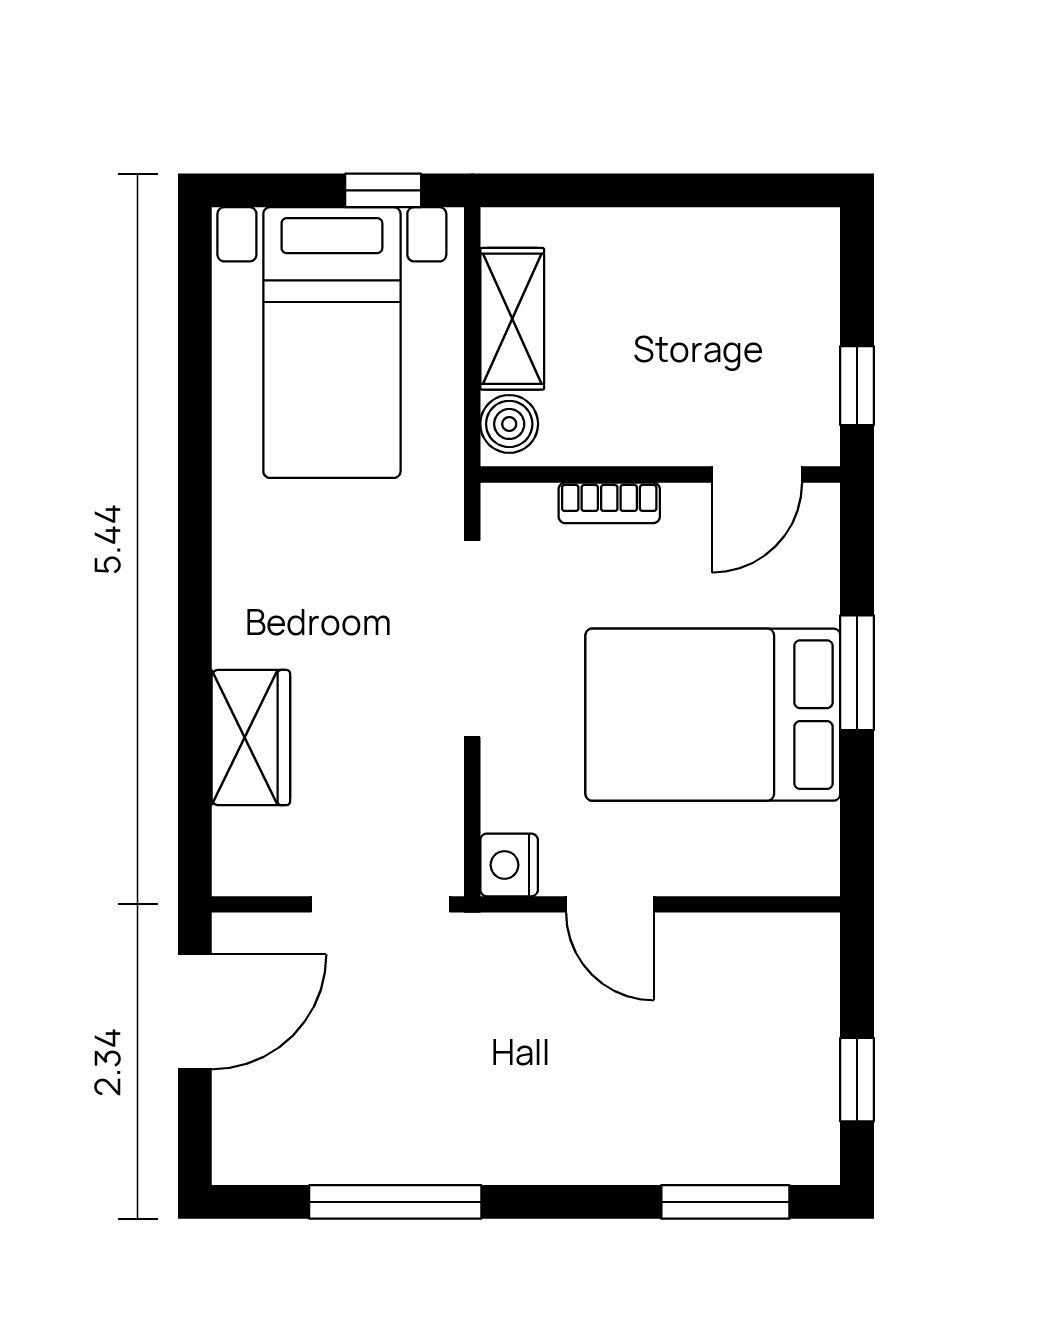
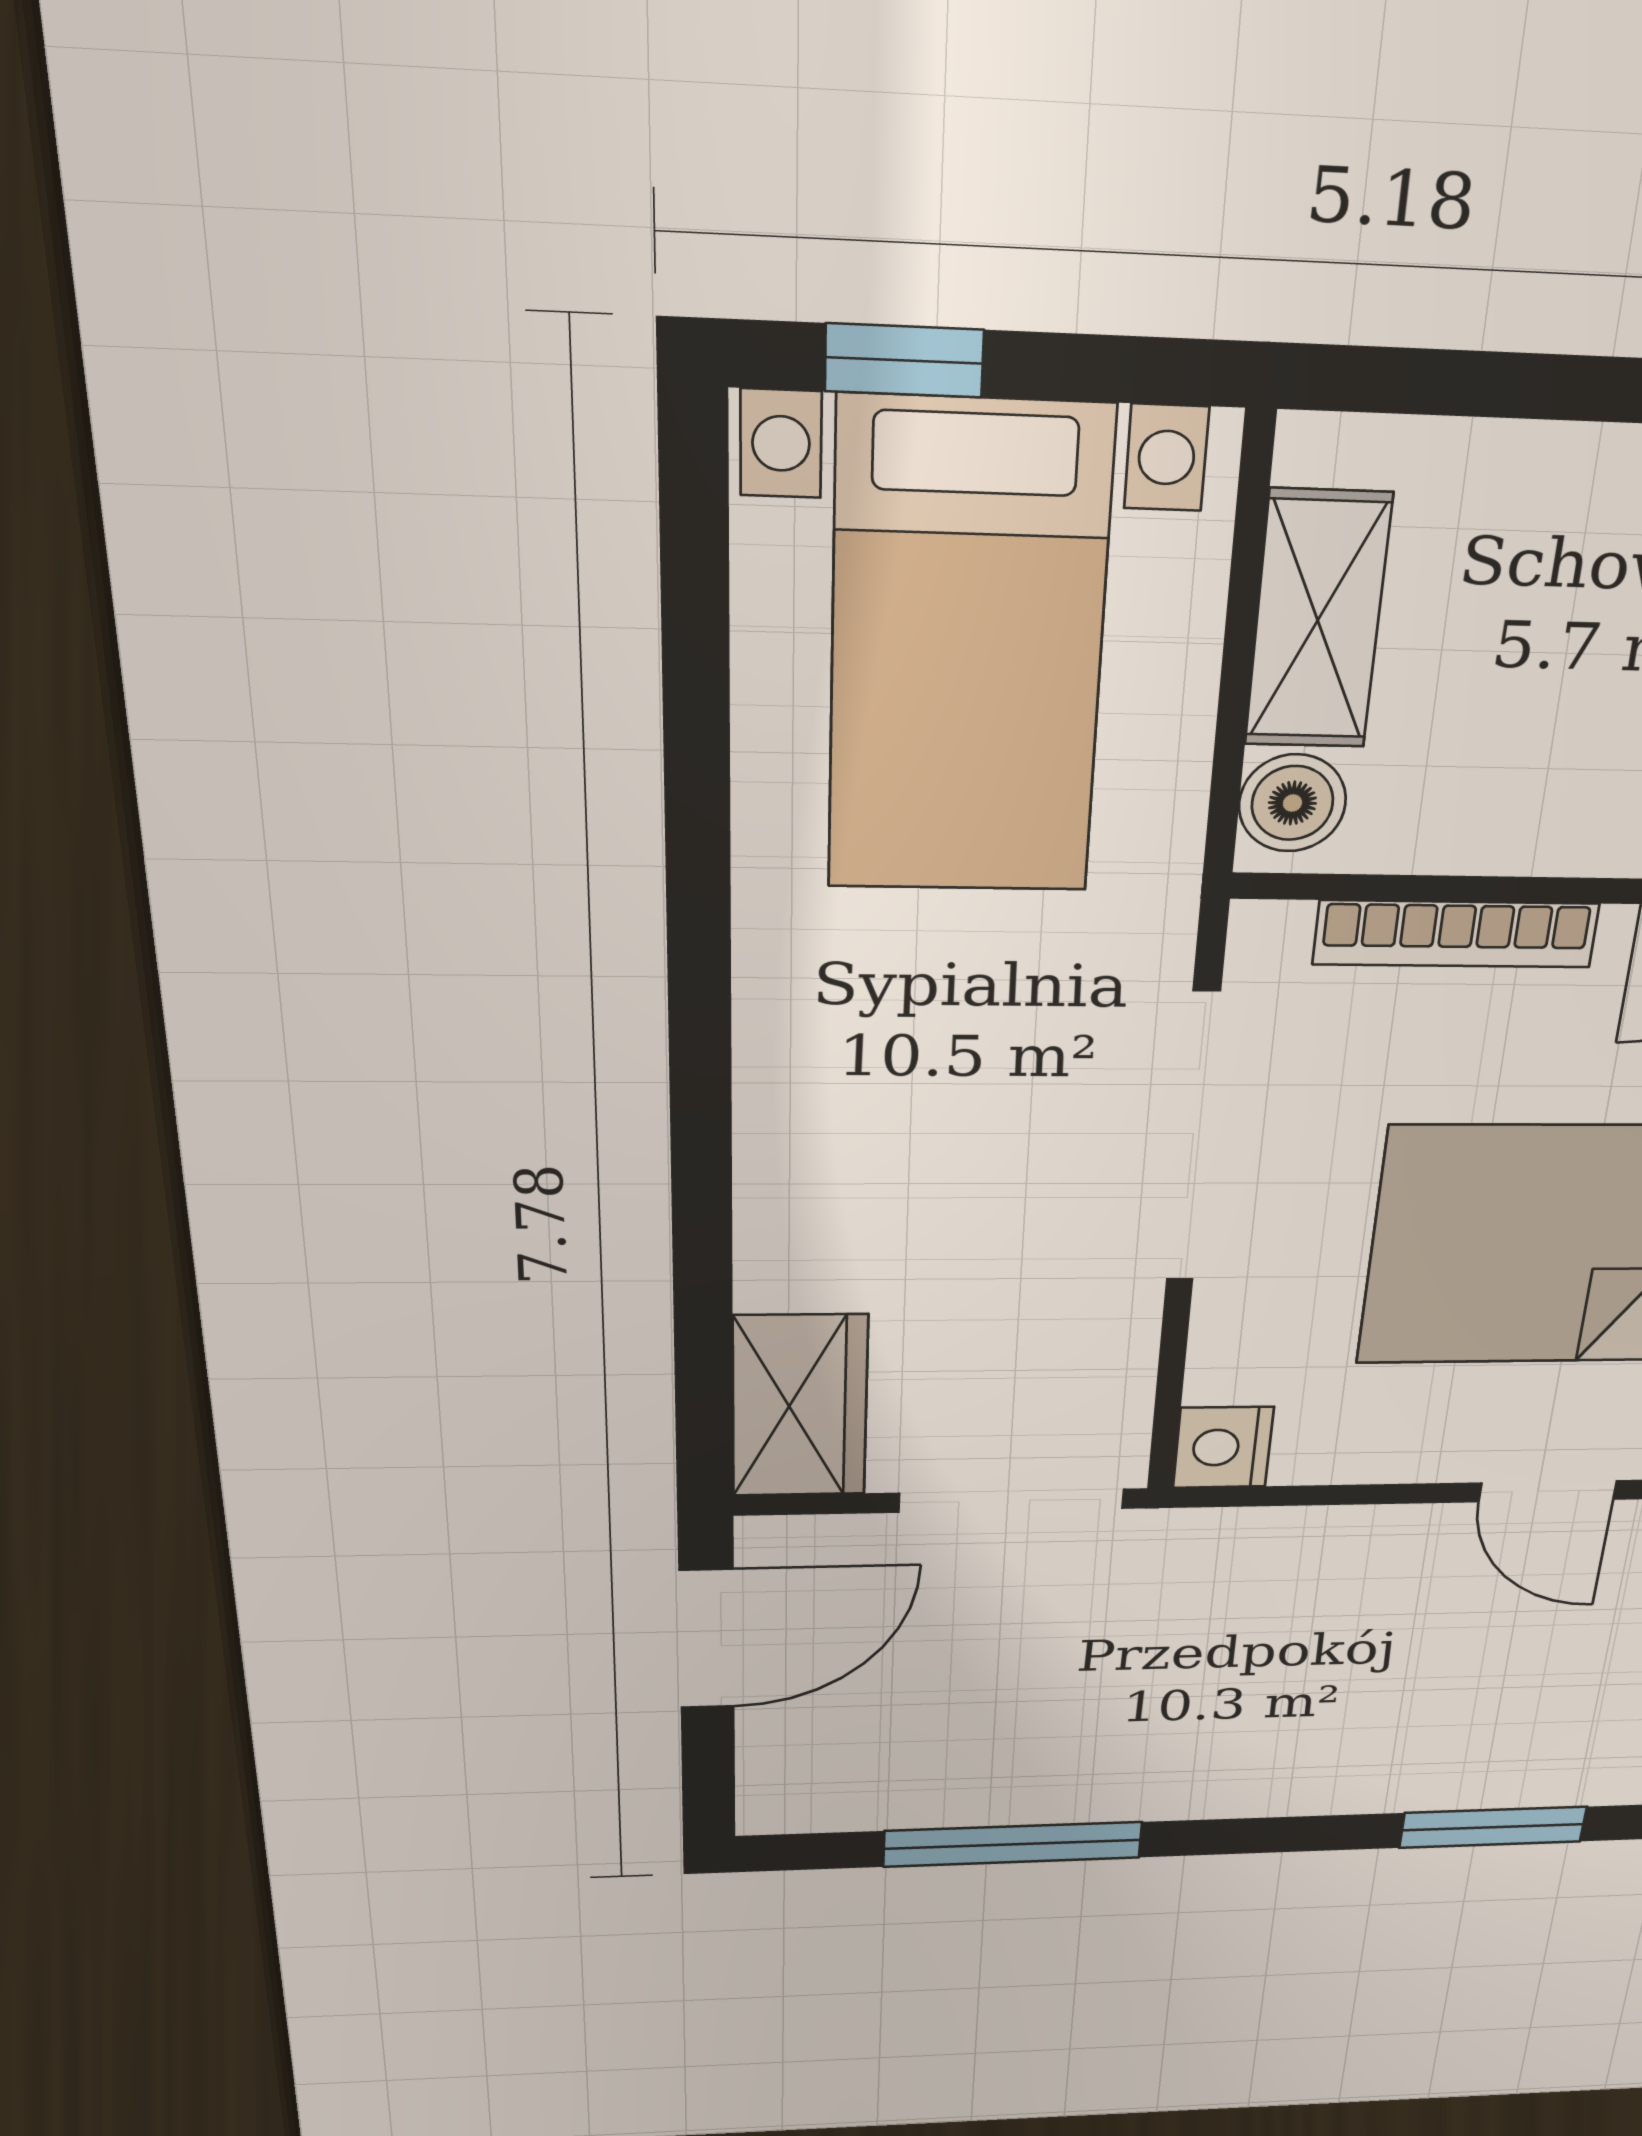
window: (383, 190) -> (904, 360), moved
bookcase: (609, 503) -> (1456, 934), width x1.56
wardrobe: (251, 738) -> (800, 1406), moved
door: (610, 904) -> (1548, 1491), moved

